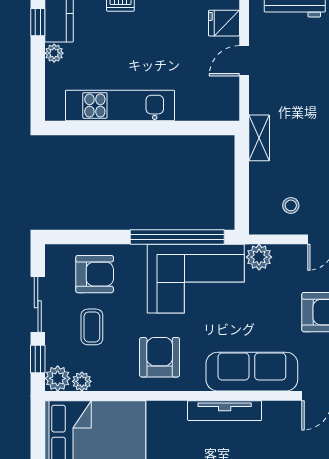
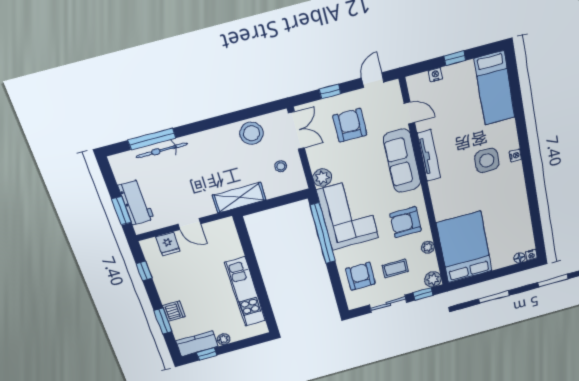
shelving: (259, 138) -> (239, 198), width x1.50, depth x1.33
plant: (82, 381) -> (428, 247), moved
tv unit: (225, 411) -> (429, 155), moved

